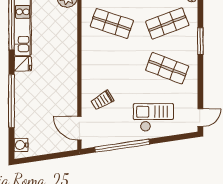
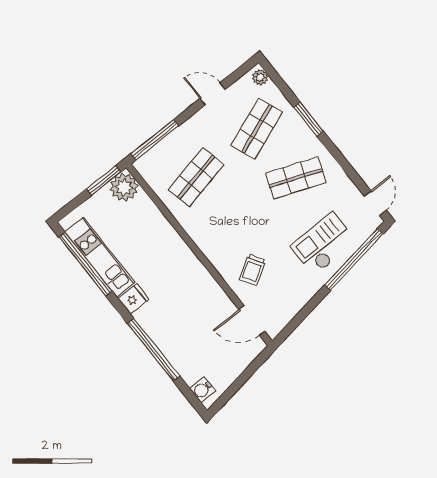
shop shelf: (112, 23) -> (196, 177), turned -30
window: (122, 146) -> (354, 259), moved

